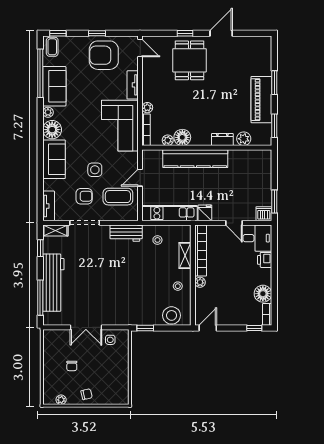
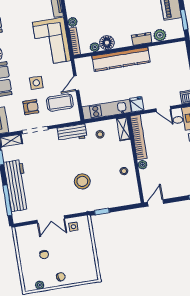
shelving: (185, 255) -> (123, 129), moved
stool: (172, 315) -> (82, 181), moved

